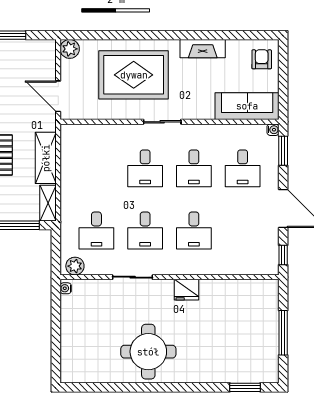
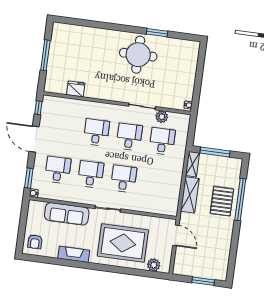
plant: (70, 49) -> (154, 265), moved
sofa: (247, 106) -> (67, 214), moved
plant: (75, 266) -> (162, 117), moved
fridge: (186, 290) -> (76, 89), moved
window: (245, 387) -> (157, 33), moved

